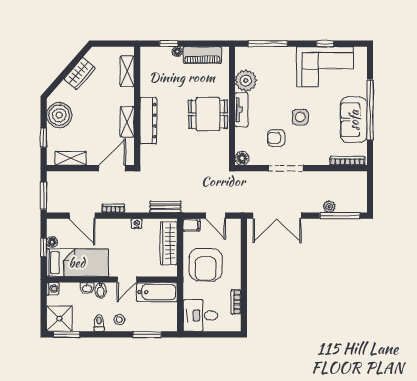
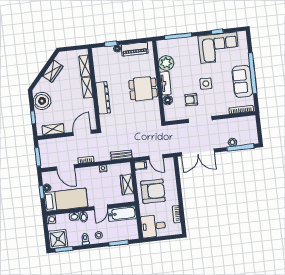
shelving: (127, 122) -> (87, 88), moved
floor lamp: (242, 158) -> (168, 100), moved
wardrobe: (169, 243) -> (127, 184), width x0.67
armchair: (206, 265) -> (153, 191), turned -90

